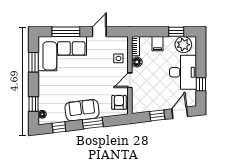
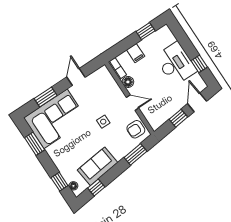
window: (66, 32) -> (46, 97), width x0.69
plant: (183, 45) -> (160, 38), removed
side table: (118, 58) -> (103, 122), moved
door: (130, 80) -> (133, 103), swing flipped
armchair: (119, 102) -> (136, 129), turned -89
sofa: (82, 110) -> (98, 166), moved
window: (93, 123) -> (135, 154), moved

